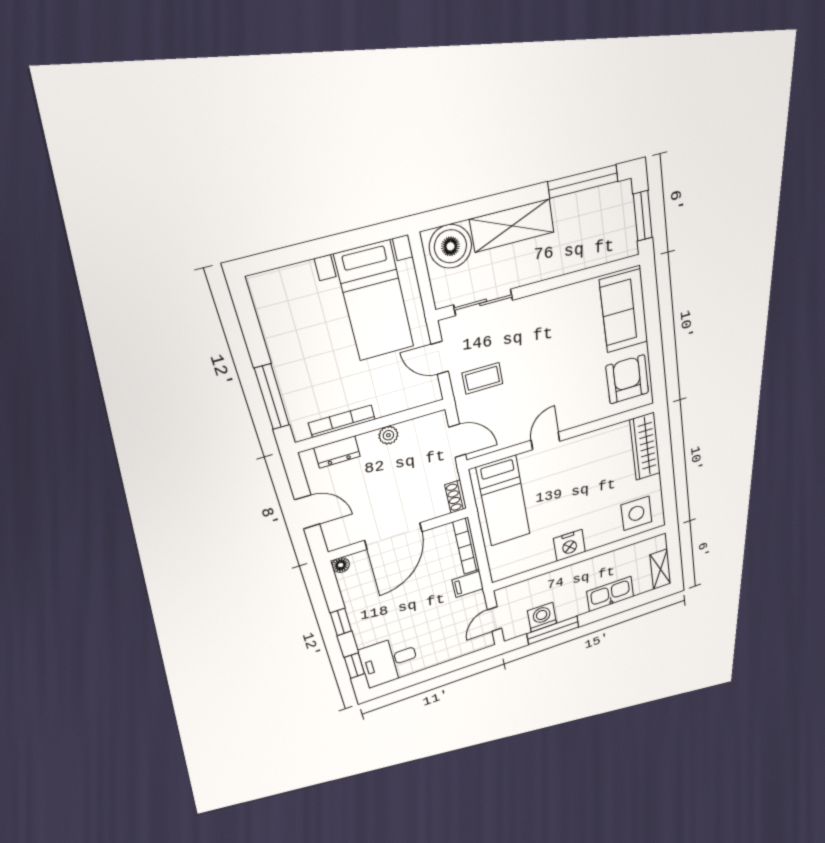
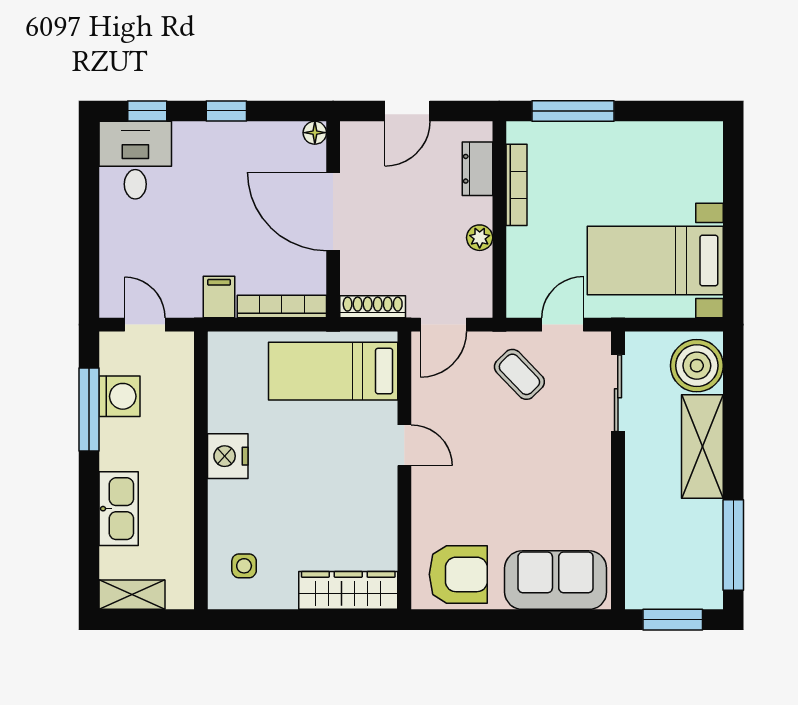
coffee table: (482, 378) -> (519, 374), turned -44
shoe rack: (456, 497) -> (373, 307), width x1.43
side table: (636, 513) -> (244, 566), width x0.54, depth x0.54

